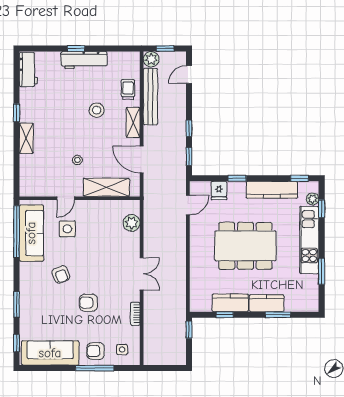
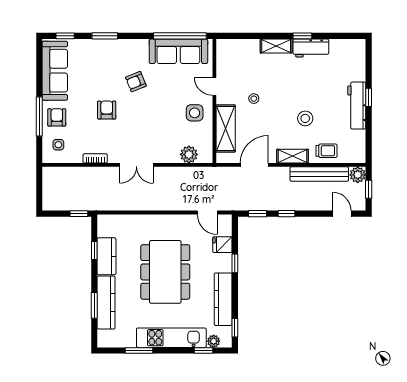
workbench: (28, 70) -> (311, 48), moved
side table: (67, 229) -> (195, 113), moved
kitchen counter: (267, 303) -> (106, 303), width x1.50

